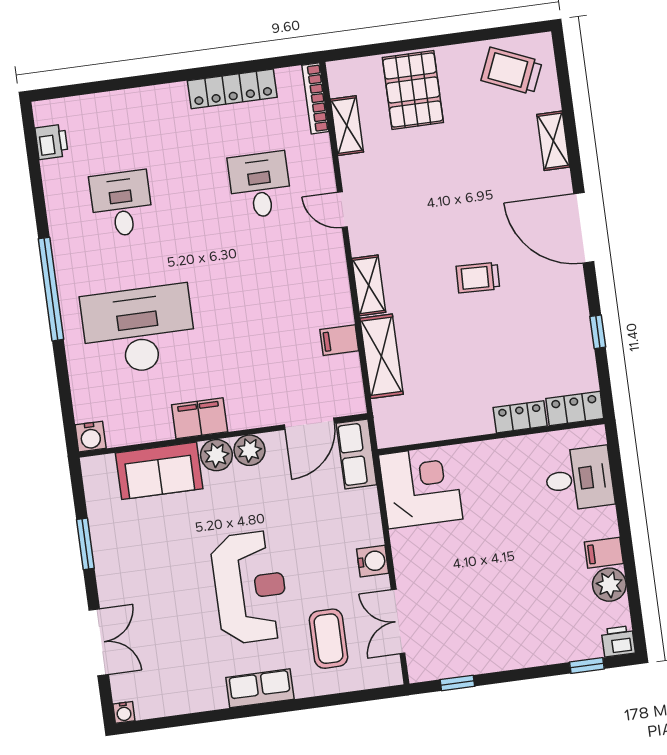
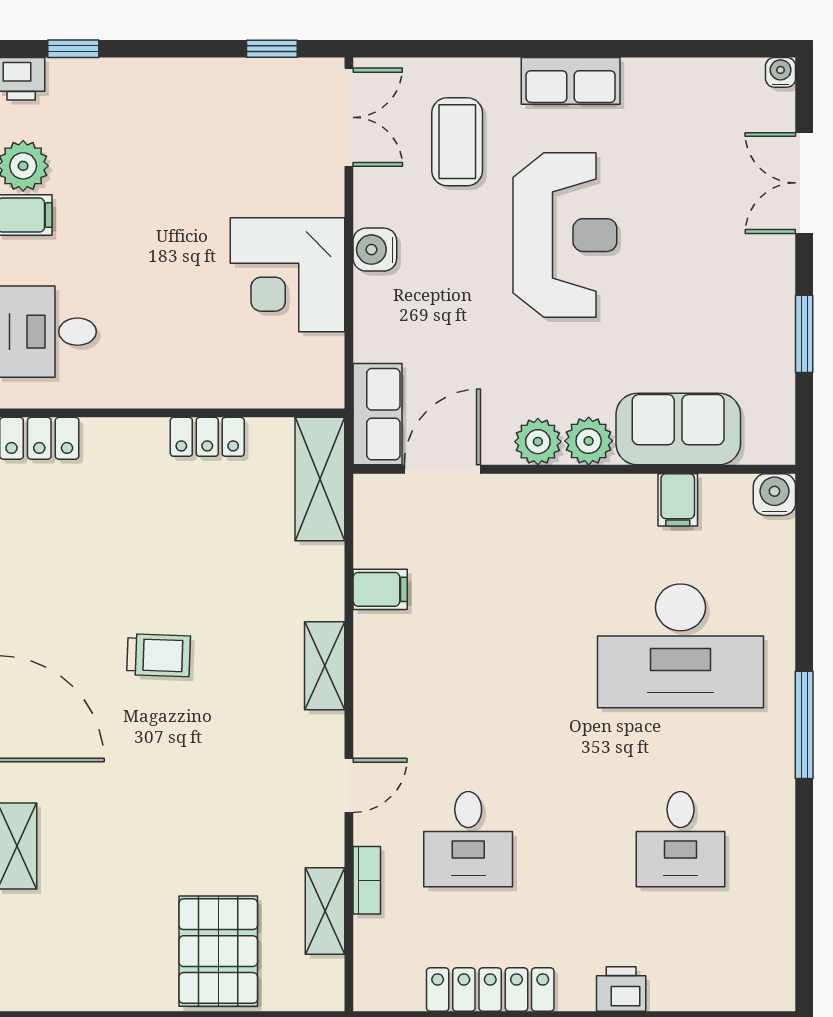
trolley: (512, 71) -> (66, 960), removed
bookcase: (315, 98) -> (367, 880), moved, width x0.64
printer: (52, 142) -> (621, 989), moved, turned 90
door: (342, 210) -> (349, 785), hinge flipped
window: (51, 289) -> (804, 725), width x0.68
shelving: (381, 356) -> (320, 479), moved
locker: (520, 417) -> (207, 437), moved
filing cabinet: (200, 418) -> (678, 500), moved, width x0.50
corner desk: (421, 487) -> (288, 275), moved
reception desk: (250, 587) -> (565, 235), turned 180
double door: (398, 622) -> (349, 117), moved

